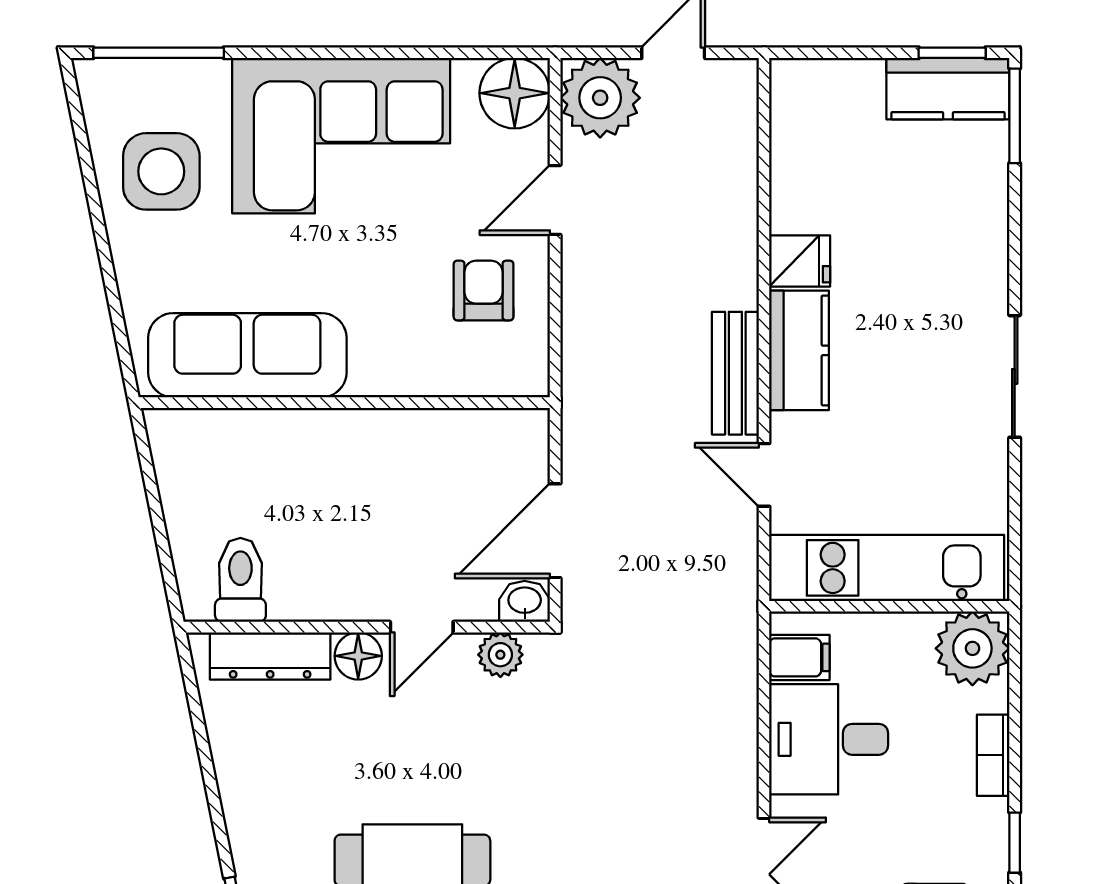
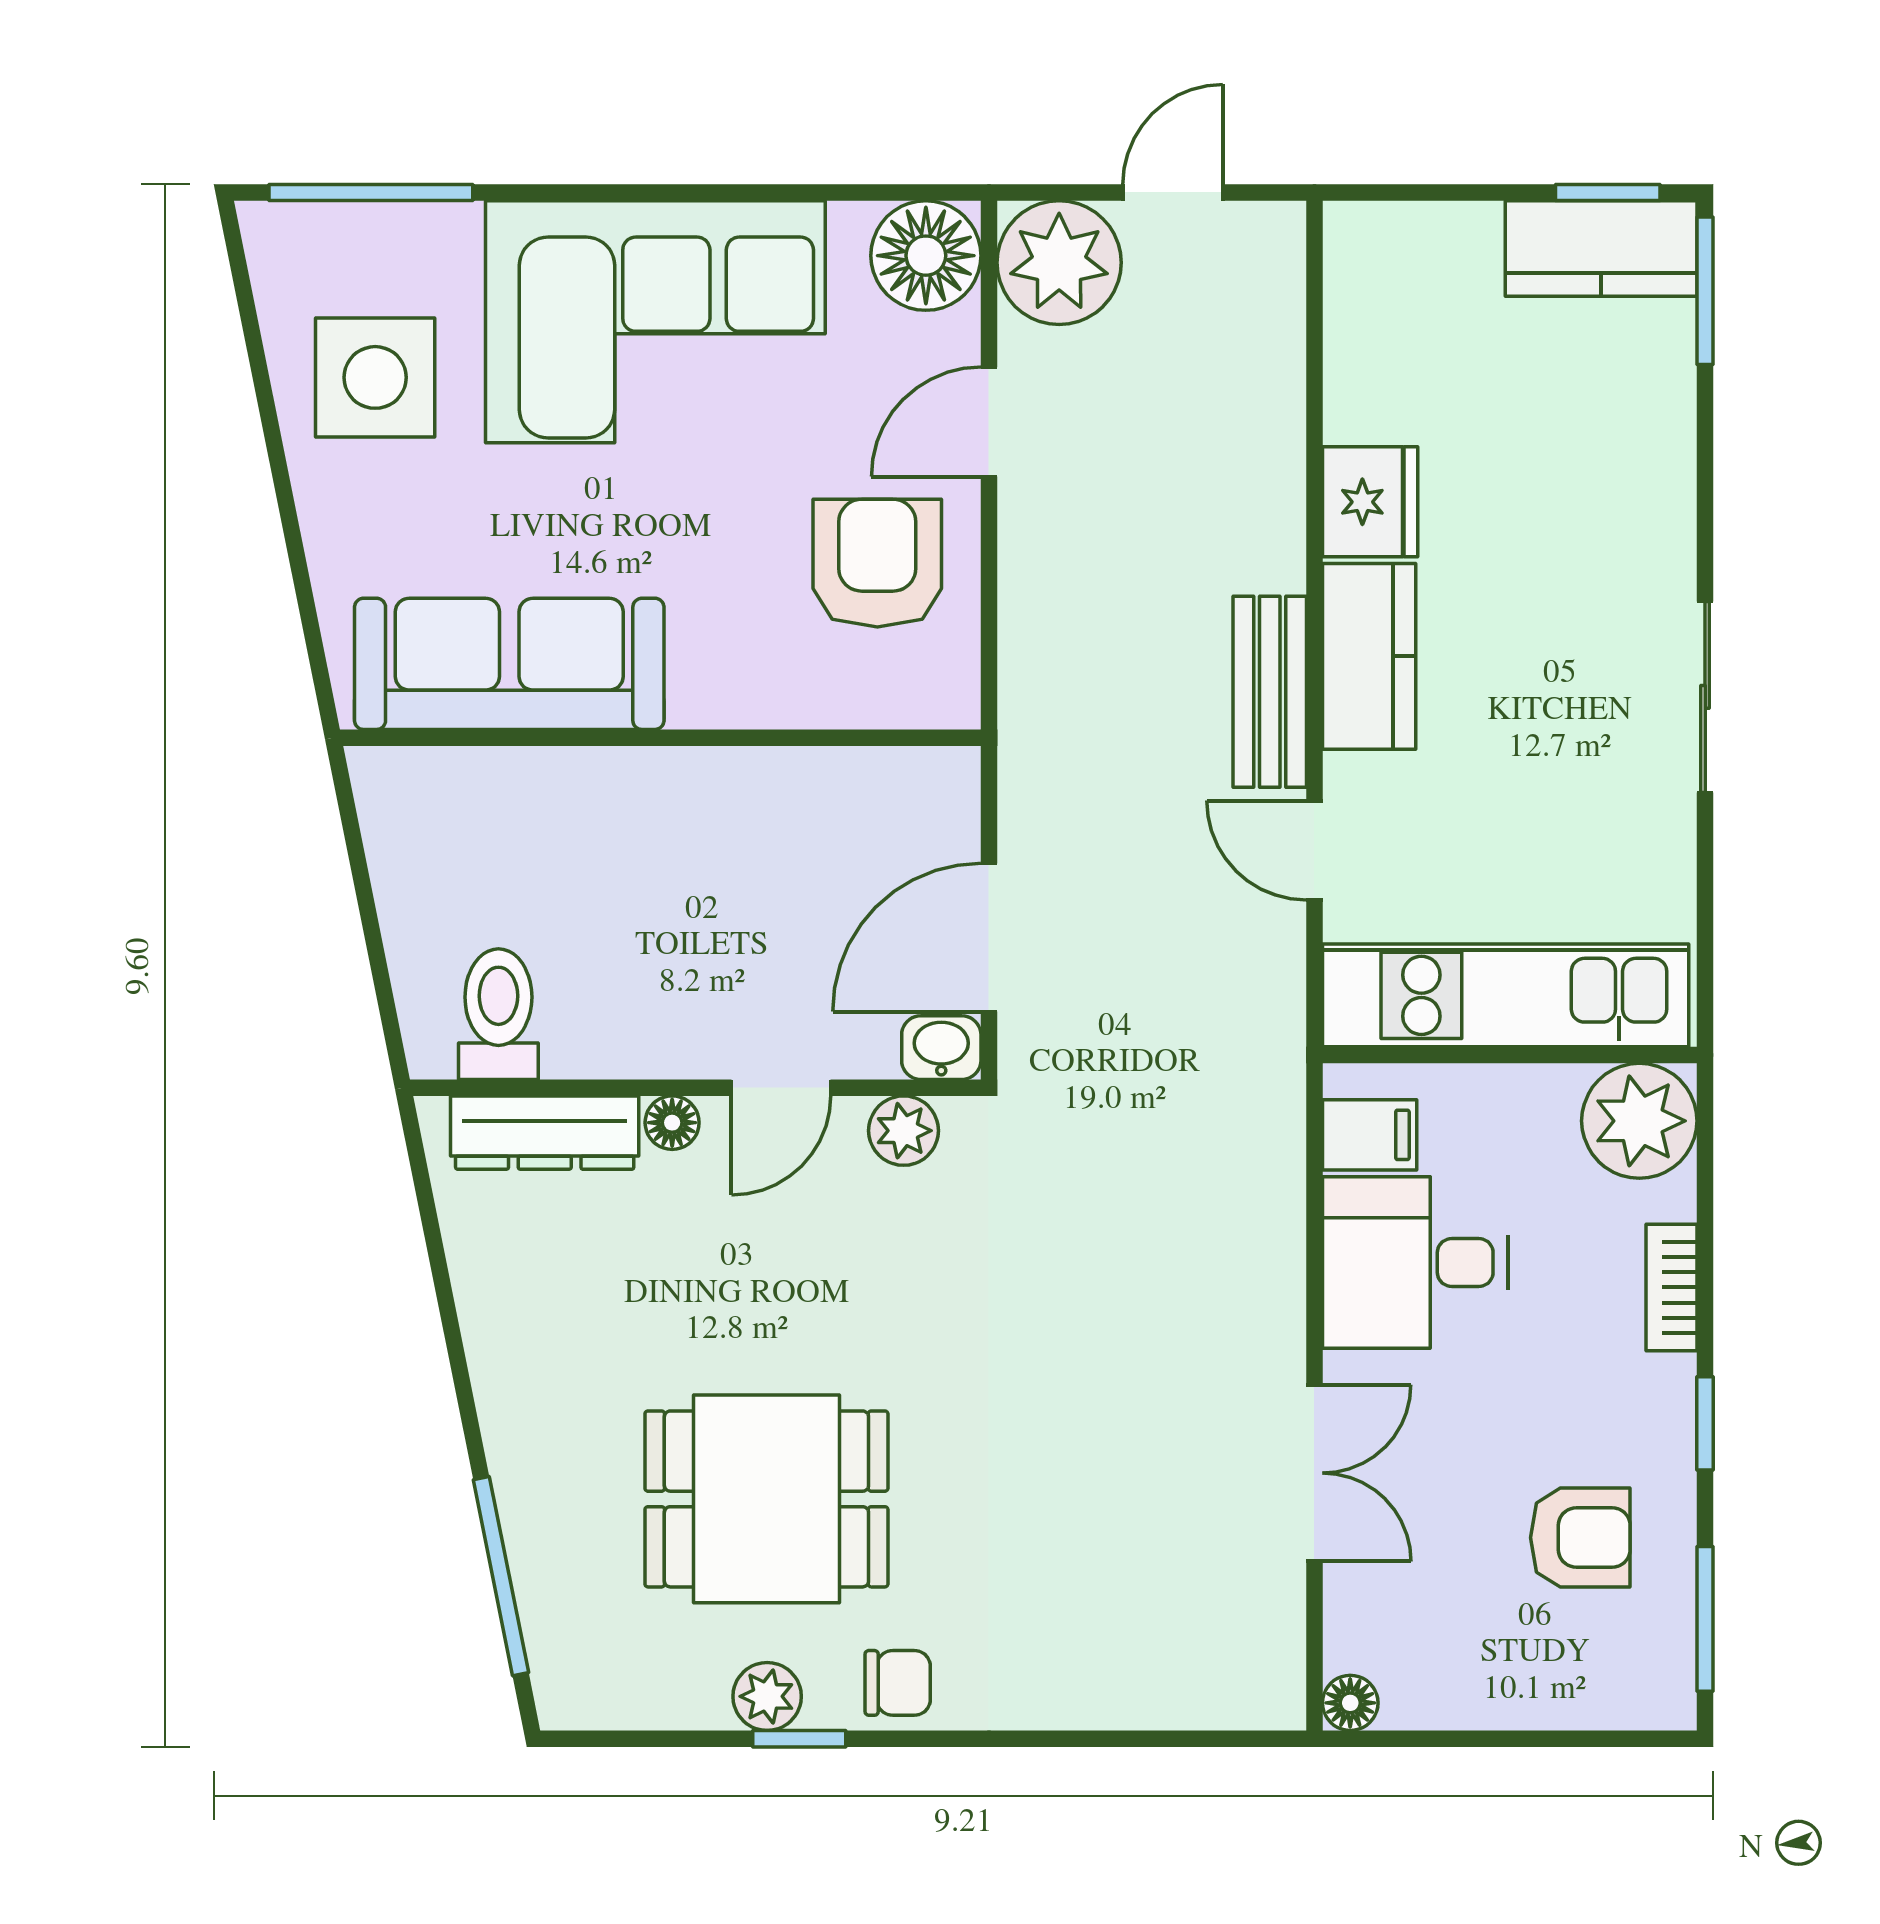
fridge: (800, 261) -> (1370, 502), width x1.38
armchair: (484, 291) -> (877, 563), width x1.38, depth x1.38
floor lamp: (358, 656) -> (672, 1123), width x0.73, depth x0.73

